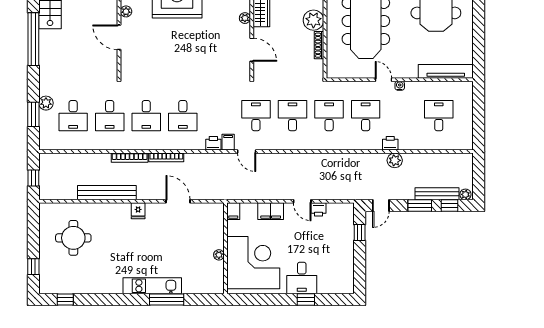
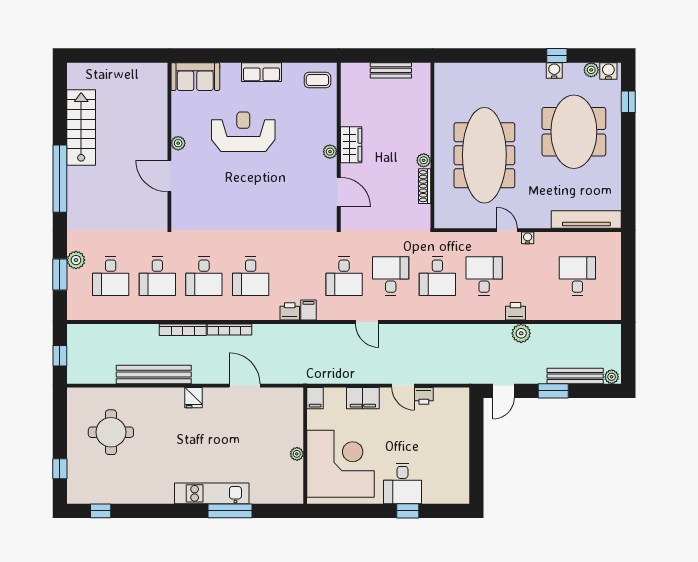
plant: (313, 20) -> (424, 160), width x0.53, depth x0.53
desk: (256, 116) -> (344, 276), turned 180
desk: (329, 116) -> (437, 276), turned 180
door: (247, 152) -> (367, 322), moved
window: (449, 205) -> (591, 391), removed
window: (360, 232) -> (476, 425), removed

